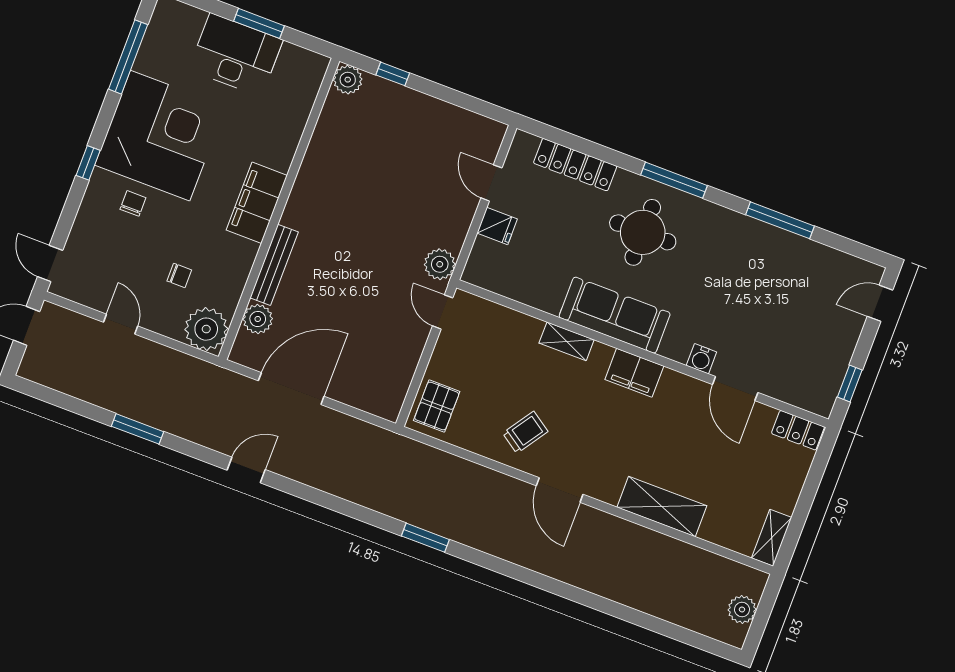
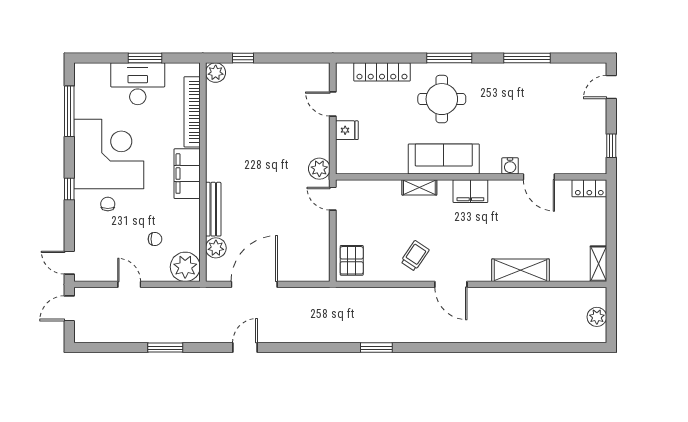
bookcase: (295, 121) -> (192, 112), added

